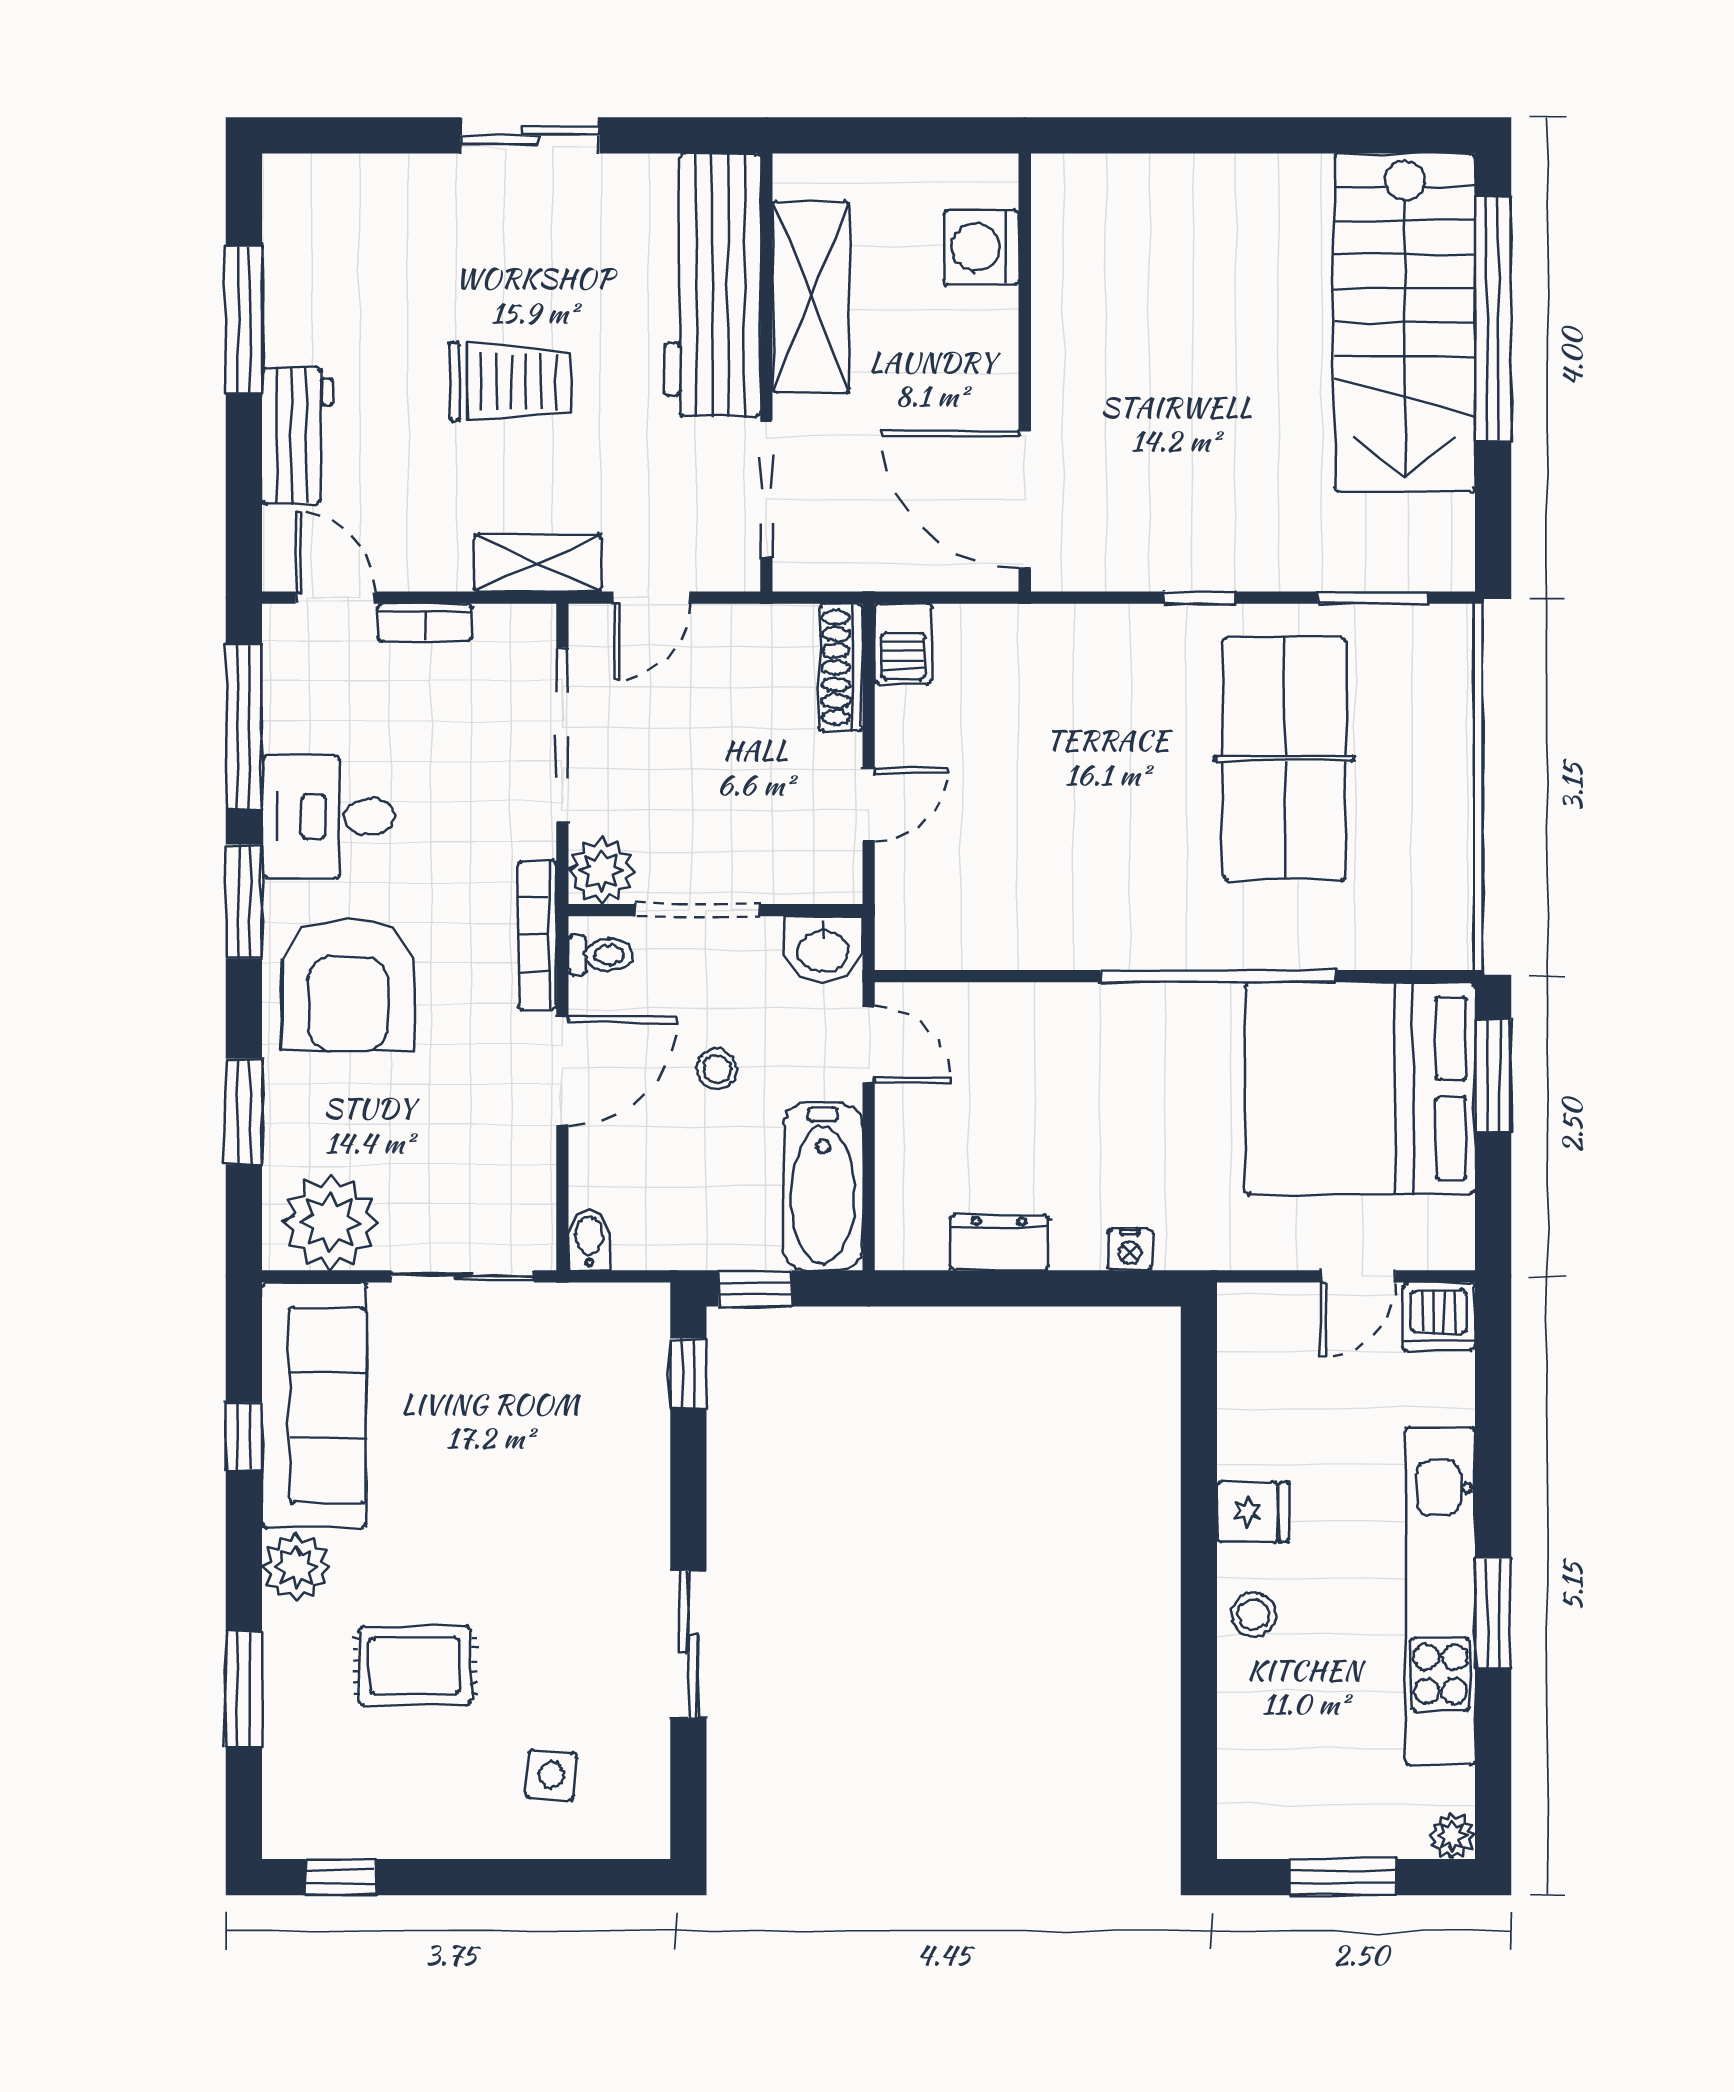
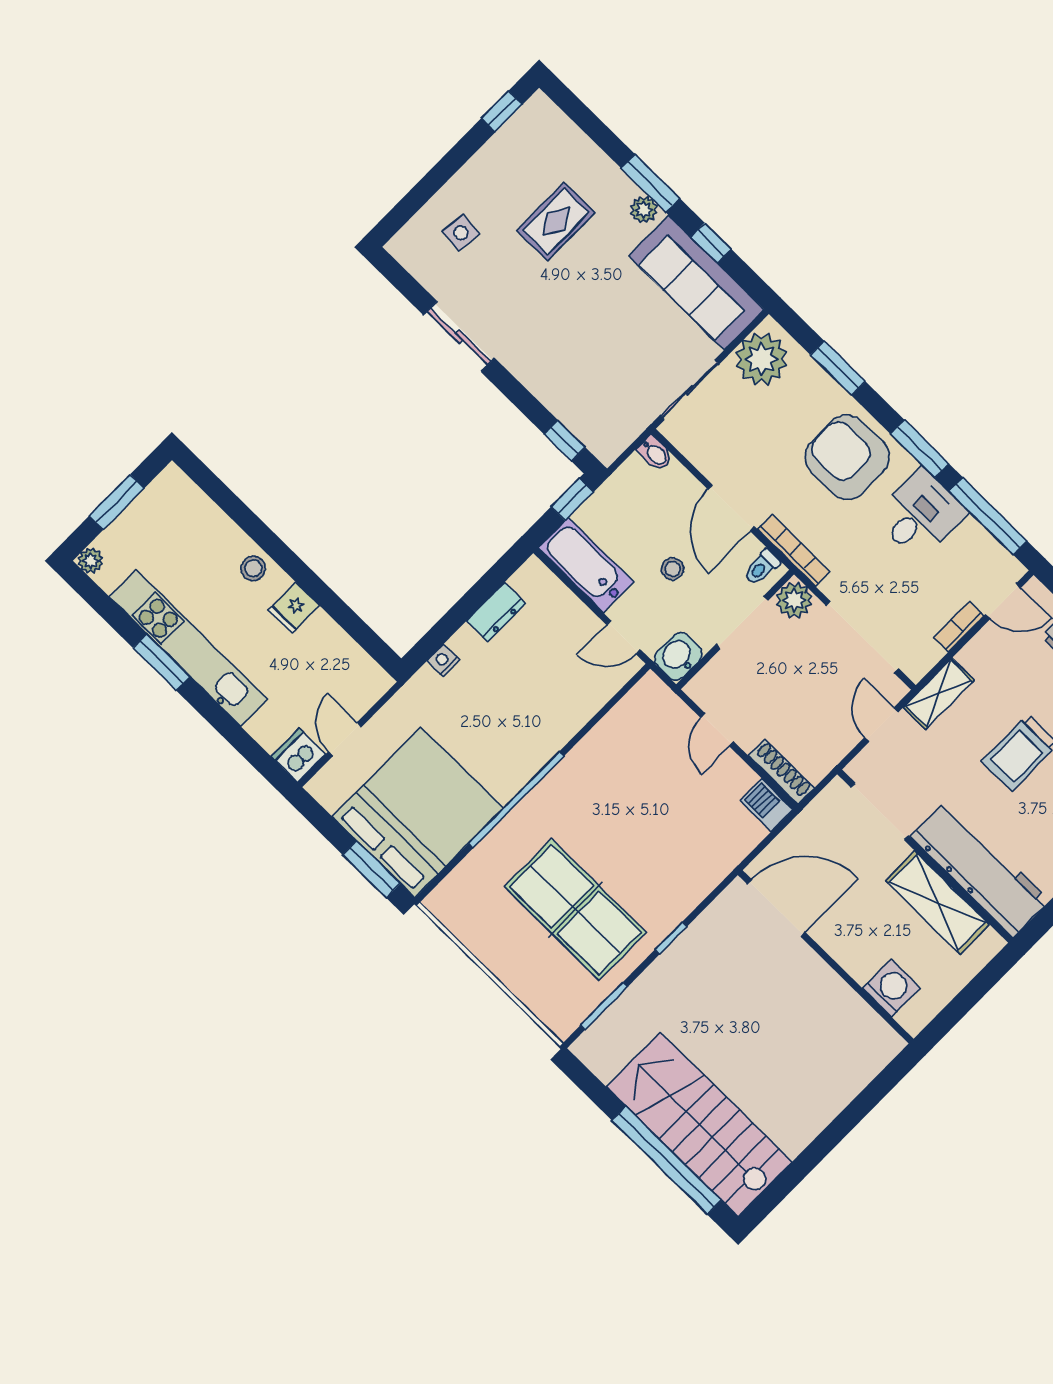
plant: (296, 1567) -> (644, 210), width x0.73, depth x0.73
window: (244, 1689) -> (650, 183), moved

